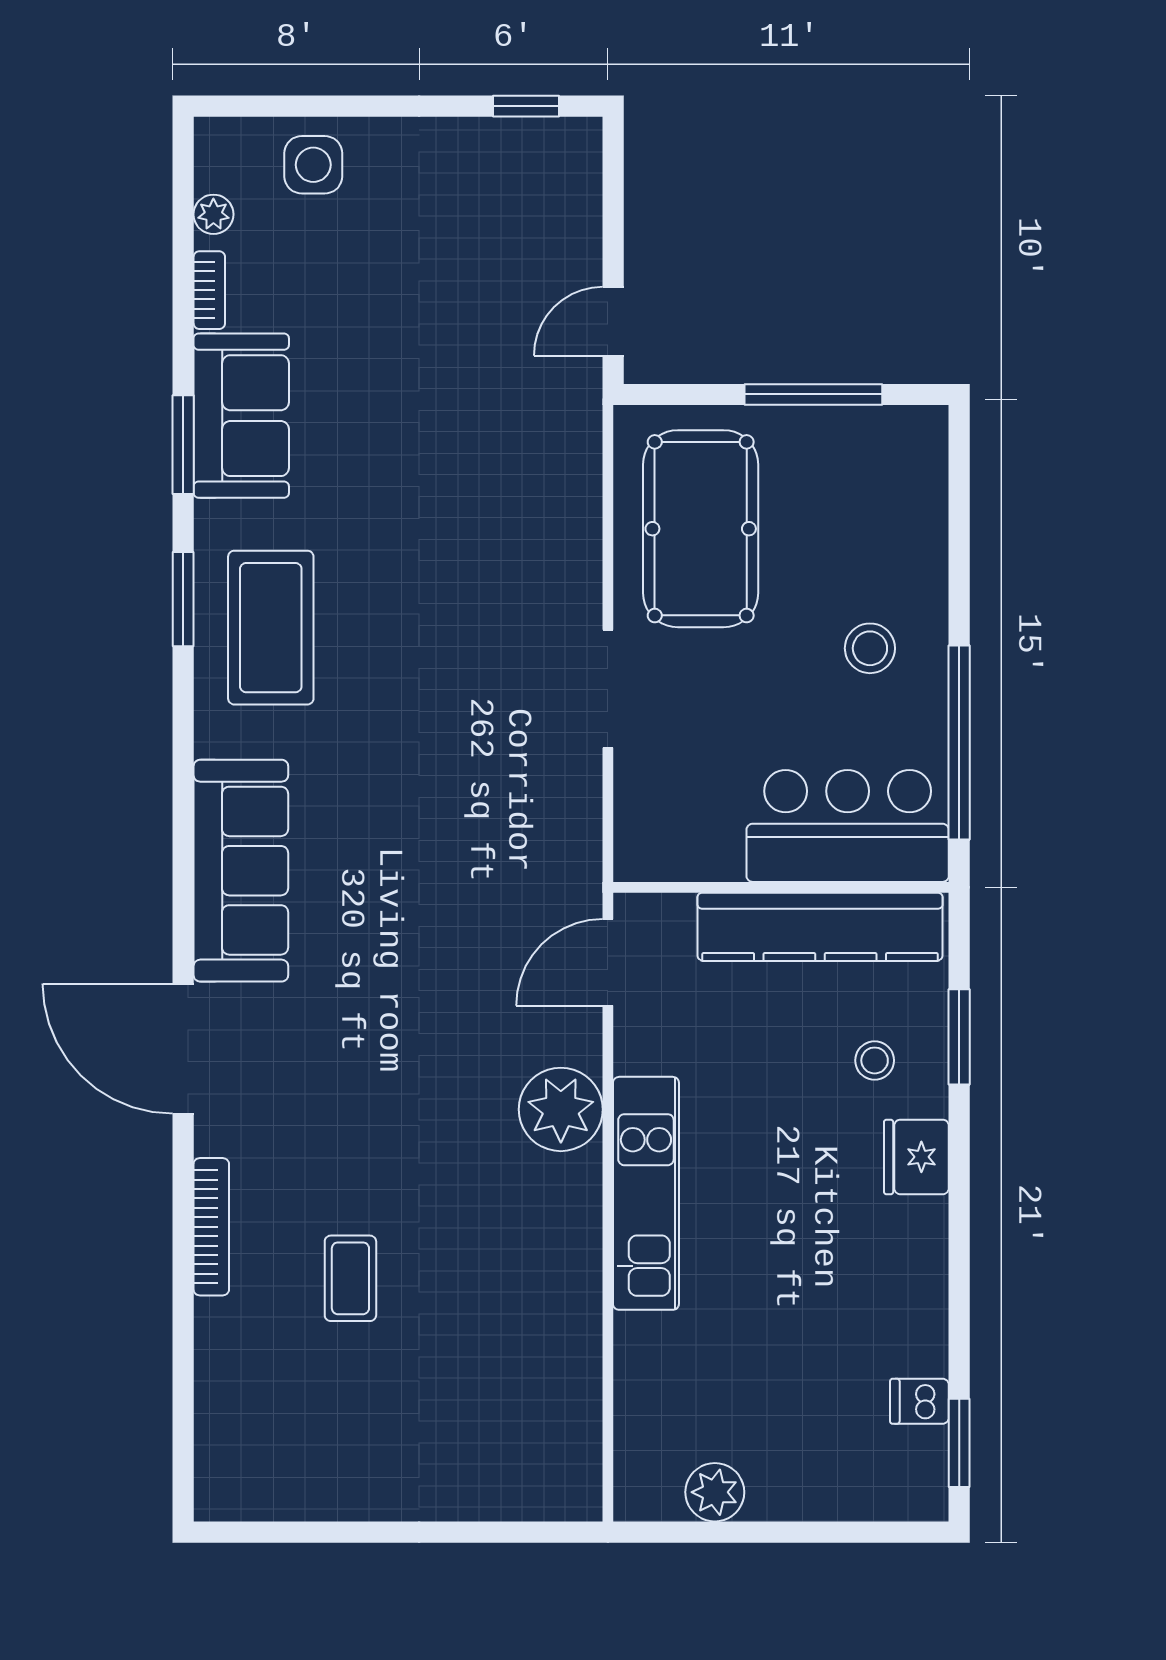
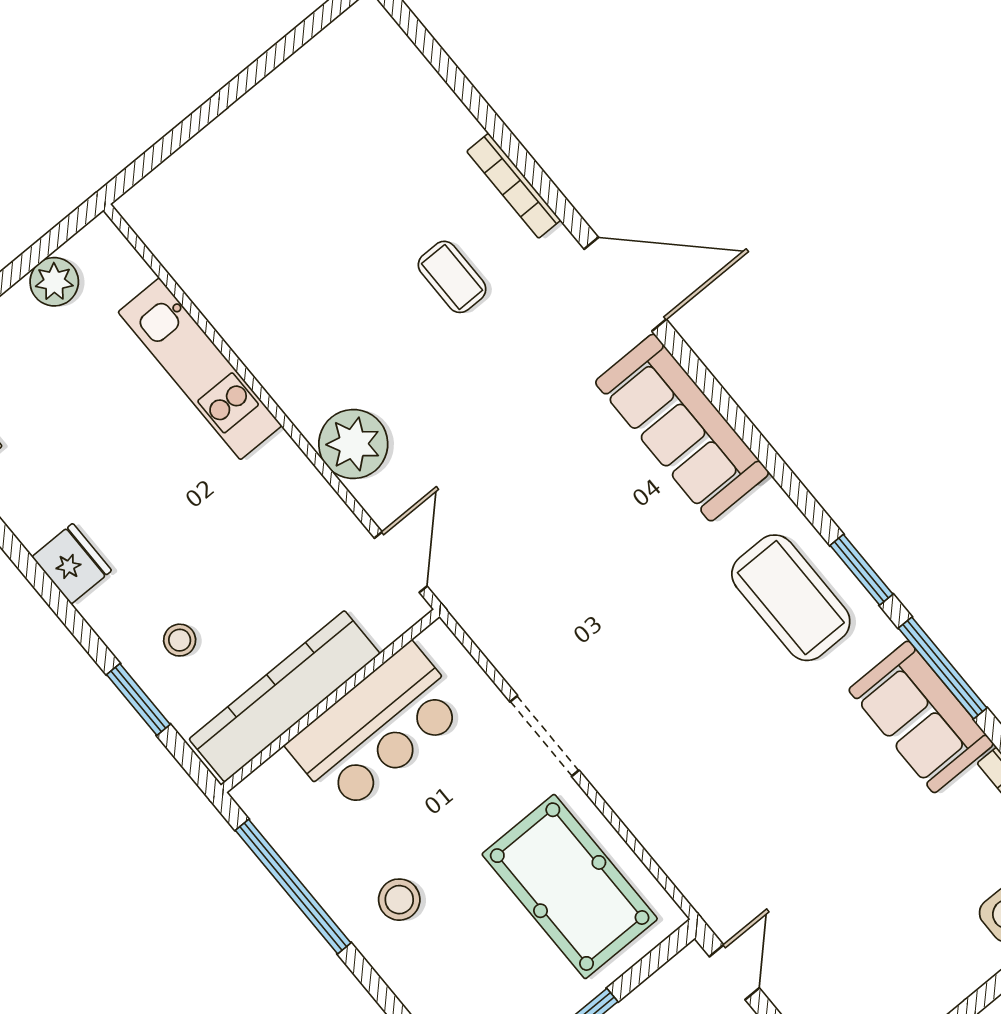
window: (183, 445) -> (943, 668), width x1.44
bar counter: (848, 826) -> (377, 728), moved
fridge: (916, 1157) -> (72, 564), moved
kitchen unit: (646, 1193) -> (200, 369), moved
coffee table: (350, 1278) -> (452, 277), moved

